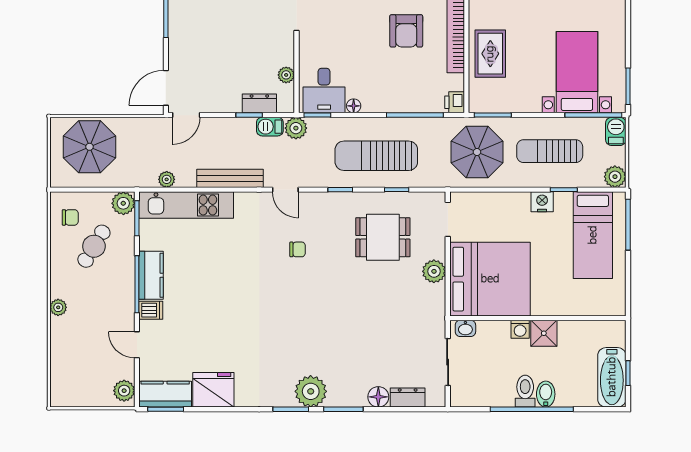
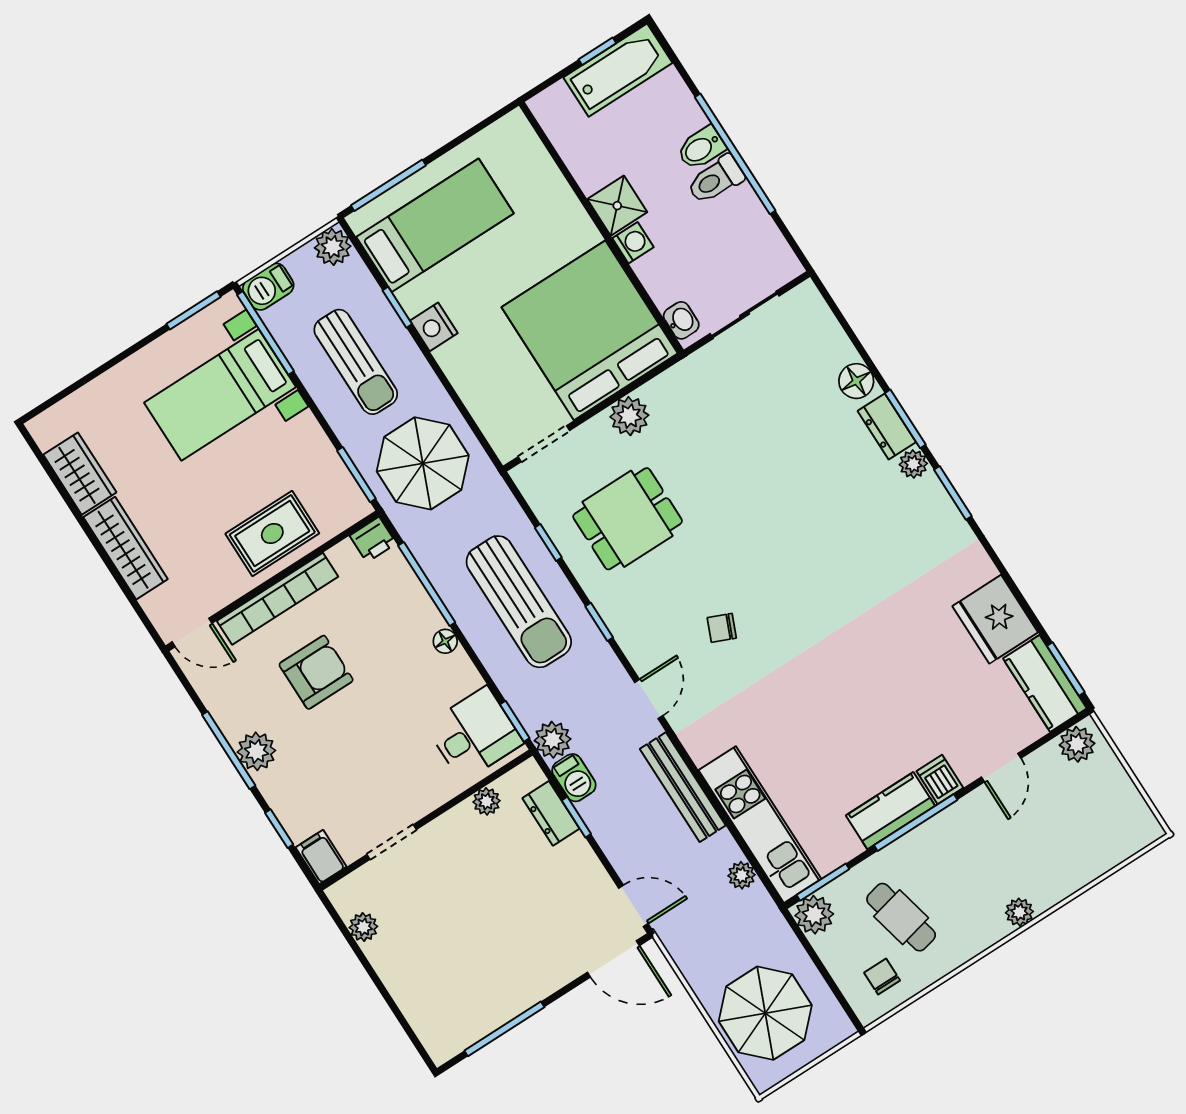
floor lamp: (354, 106) -> (445, 641), moved
dining table: (383, 237) -> (628, 519), turned 90
cafe table: (94, 246) -> (901, 917), turned 46
chair: (298, 249) -> (722, 628), turned -67
plant: (311, 391) -> (913, 464), width x0.53, depth x0.53
dresser: (408, 398) -> (887, 427), moved

